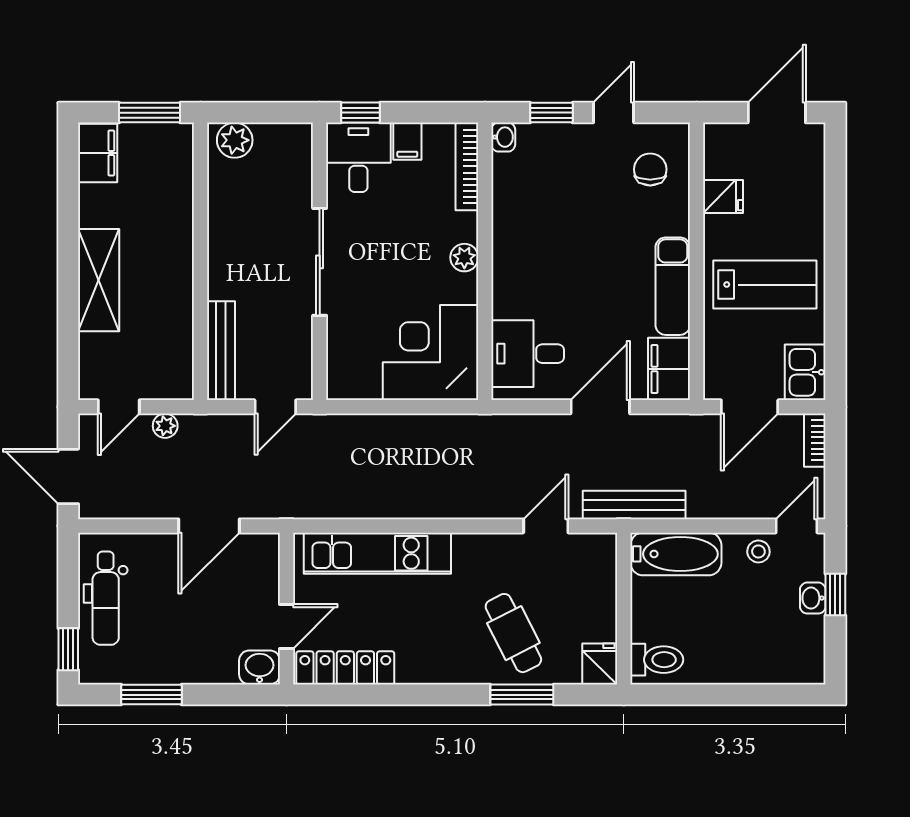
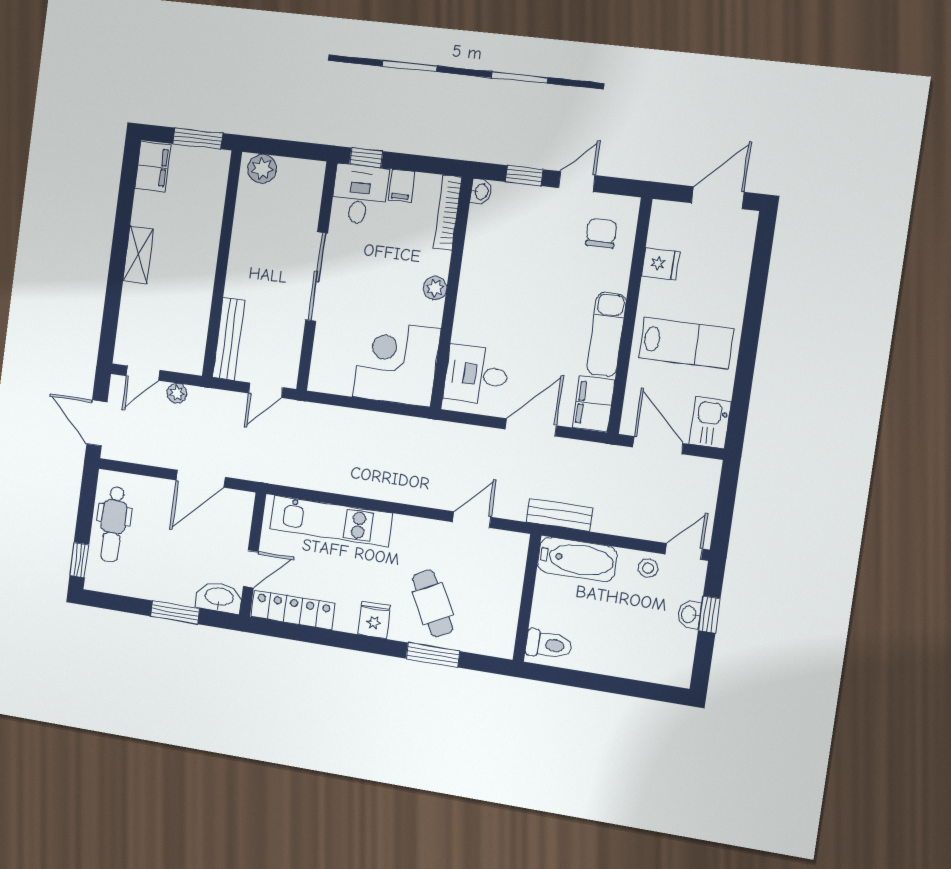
shelving: (99, 280) -> (138, 255), width x0.67, depth x0.75
door: (750, 407) -> (658, 445), swing flipped
bookcase: (815, 440) -> (710, 481), removed
bench: (634, 505) -> (559, 515), width x0.73
fridge: (600, 664) -> (374, 620), moved
washbasin: (260, 667) -> (219, 597), width x1.38
window: (151, 695) -> (175, 612), moved

